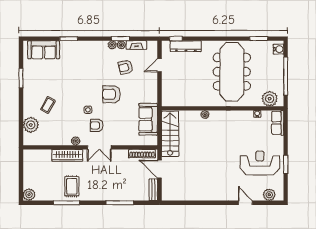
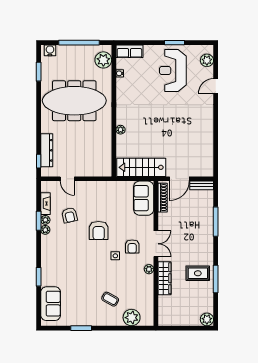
sofa: (148, 119) -> (144, 198), moved, turned 90

